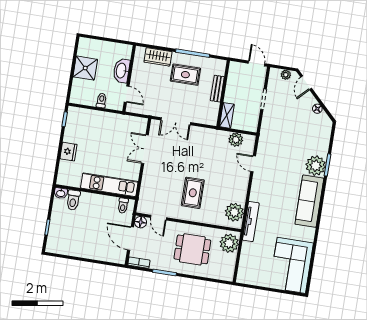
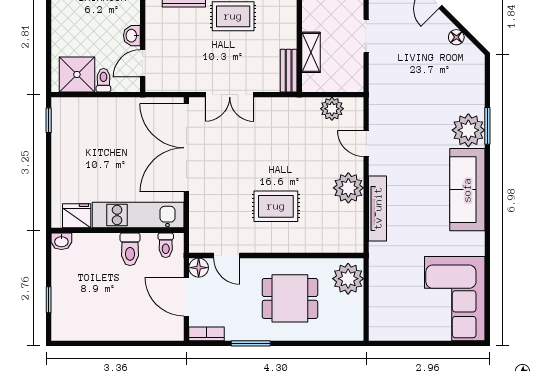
shower: (85, 68) -> (77, 74), moved
washbasin: (121, 71) -> (132, 36), width x0.52, depth x0.69
bench: (217, 89) -> (289, 71), moved
door: (127, 94) -> (143, 63), swing flipped
shelving: (227, 115) -> (311, 52), moved
double door: (145, 149) -> (186, 148), width x1.87
fridge: (68, 152) -> (77, 216), moved, turned -90
rug: (193, 193) -> (276, 206), turned 90
toilet: (73, 200) -> (130, 249), moved
plant: (234, 212) -> (348, 188), moved
tv unit: (251, 222) -> (378, 208), moved

